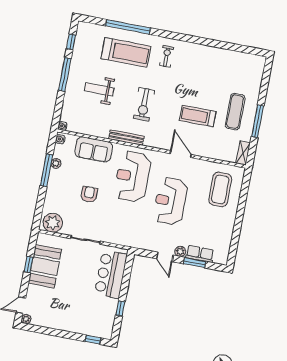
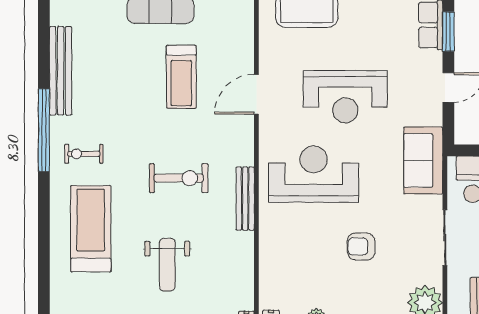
window: (128, 27) -> (44, 130), moved
bench: (213, 52) -> (61, 71), added
sofa: (94, 149) -> (423, 160), moved, turned 180
reception desk: (132, 176) -> (314, 174), turned 180
plant: (180, 251) -> (433, 61), removed

